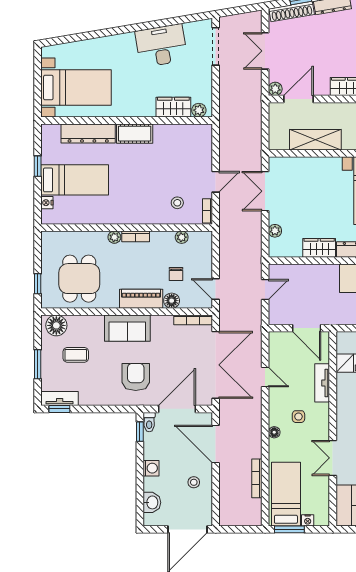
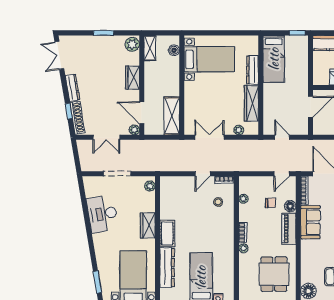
window: (69, 39) -> (97, 282), added
doorway: (216, 46) -> (117, 174), moved
wardrobe: (173, 107) -> (148, 225), moved
shelving: (315, 140) -> (172, 116), moved
door: (216, 182) -> (203, 174), swing flipped
double door: (265, 191) -> (210, 137), swing flipped
wardrobe: (319, 248) -> (251, 104), width x1.50
dining table: (79, 279) -> (274, 274), turned 90
sofa: (127, 328) -> (310, 222), moved

